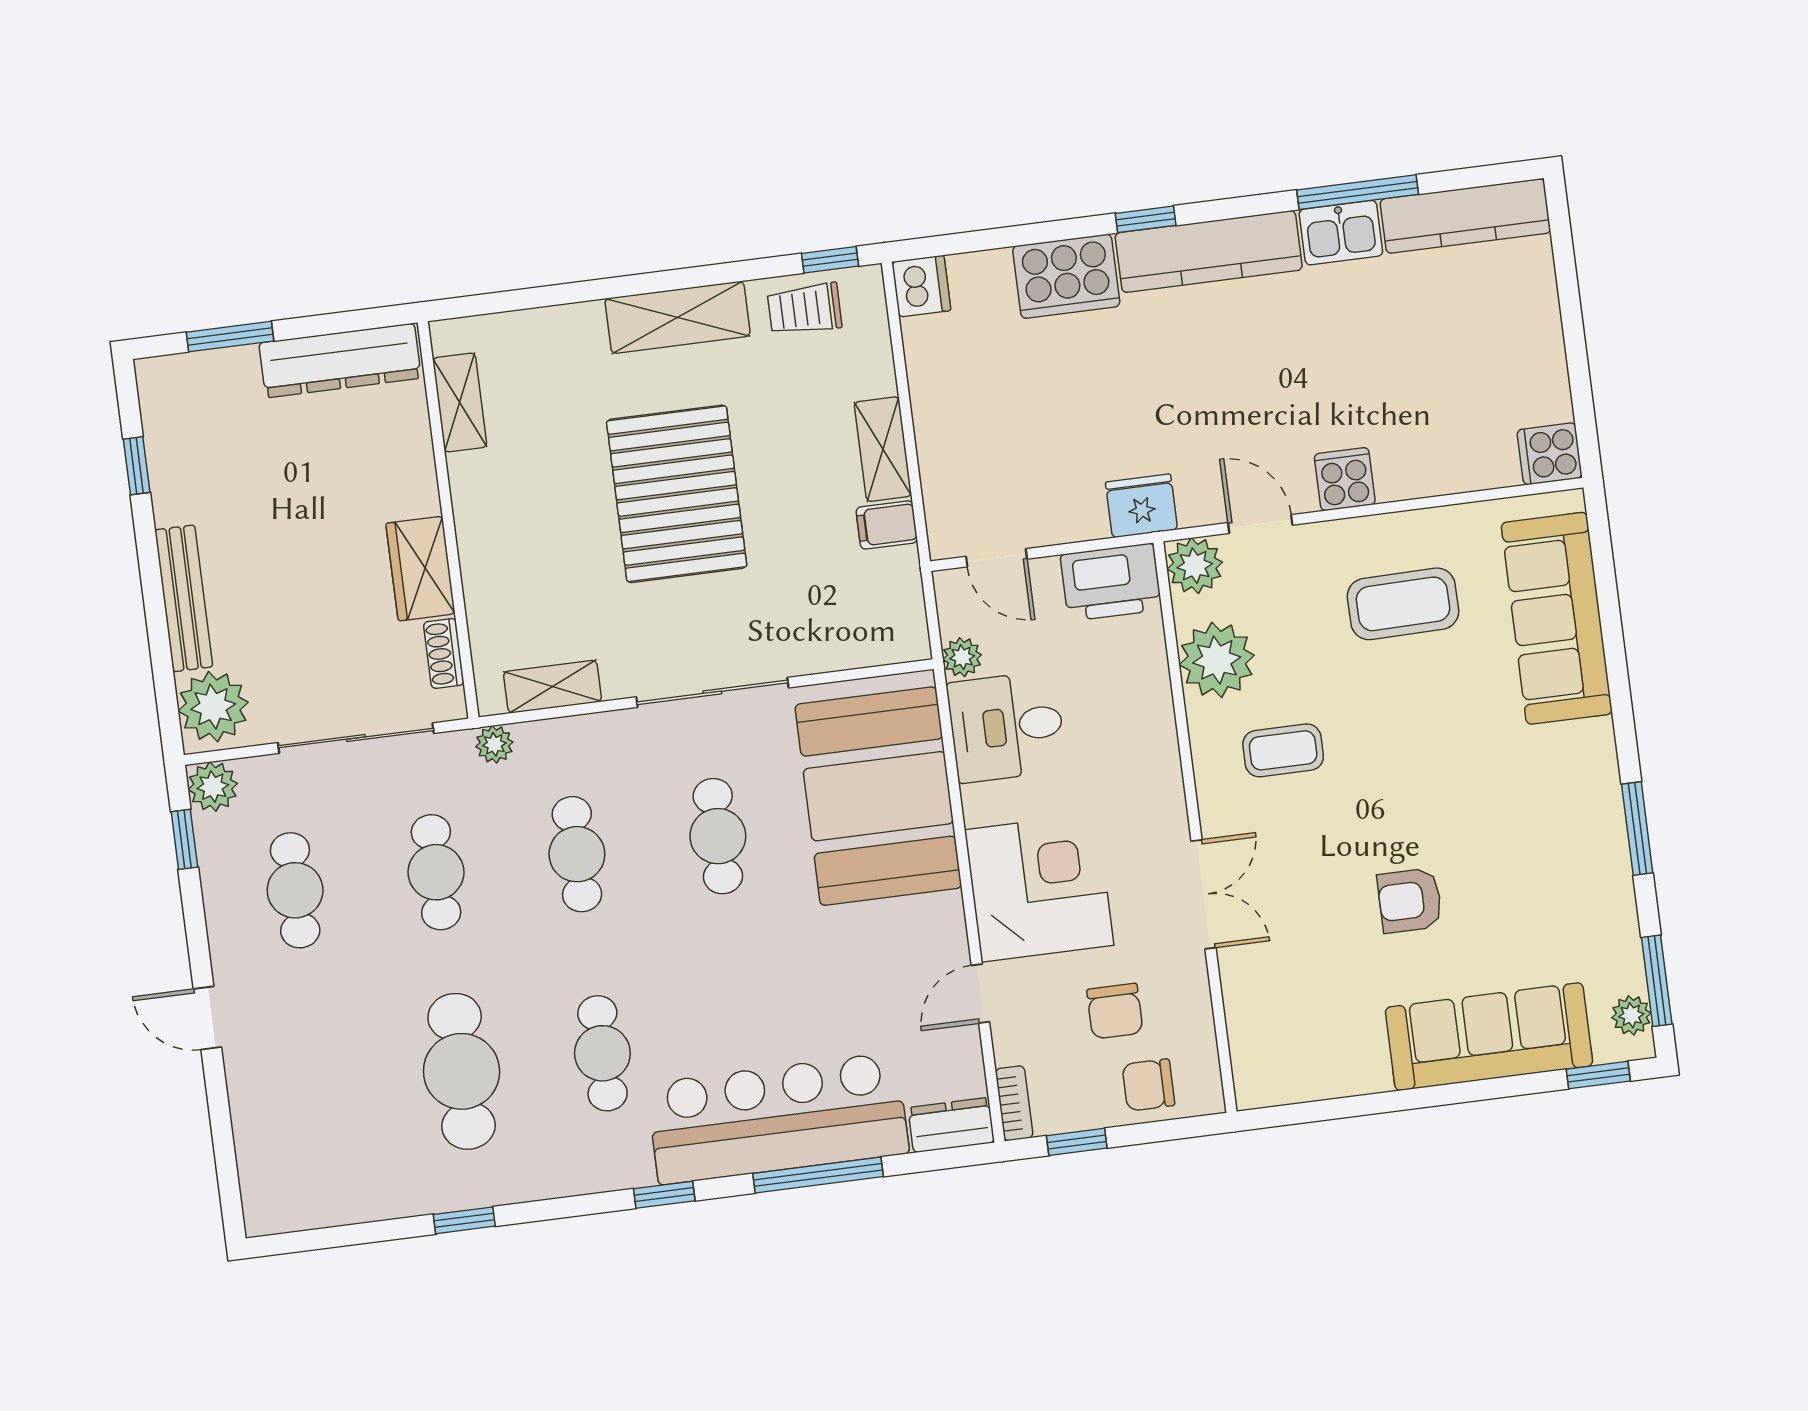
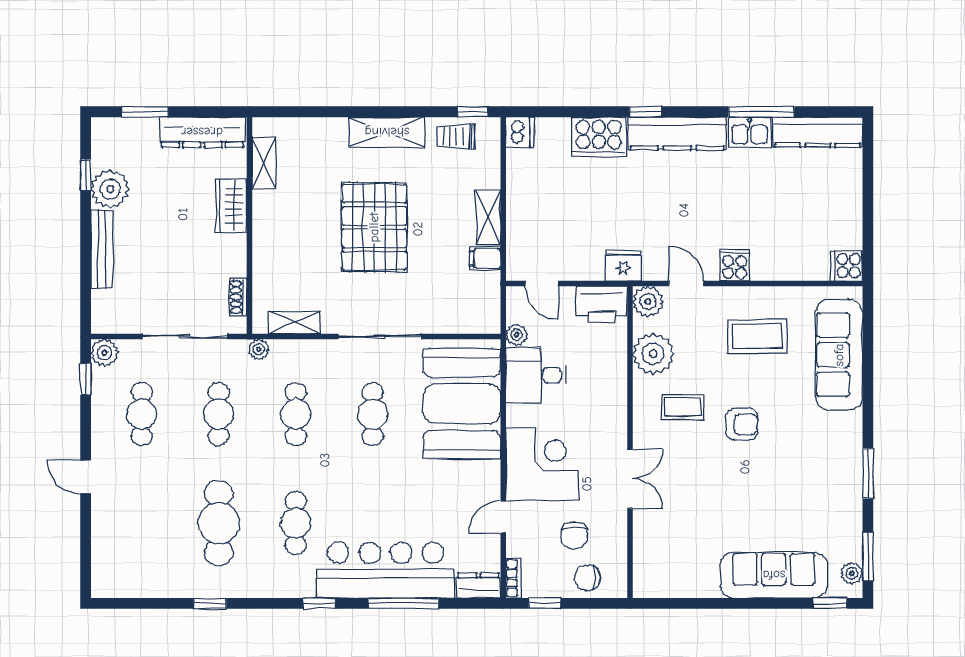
wardrobe: (421, 569) -> (231, 205), moved
plant: (213, 707) -> (110, 189), moved
armchair: (1410, 900) -> (742, 424), moved, turned 180

